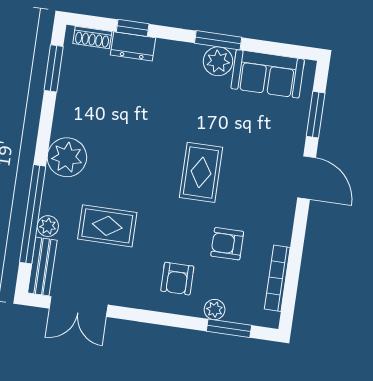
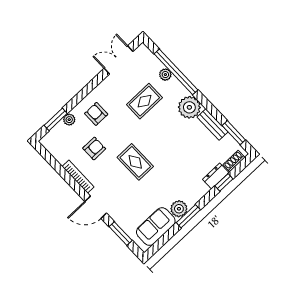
bench: (42, 266) -> (213, 125), moved
bookcase: (277, 278) -> (78, 177), moved

